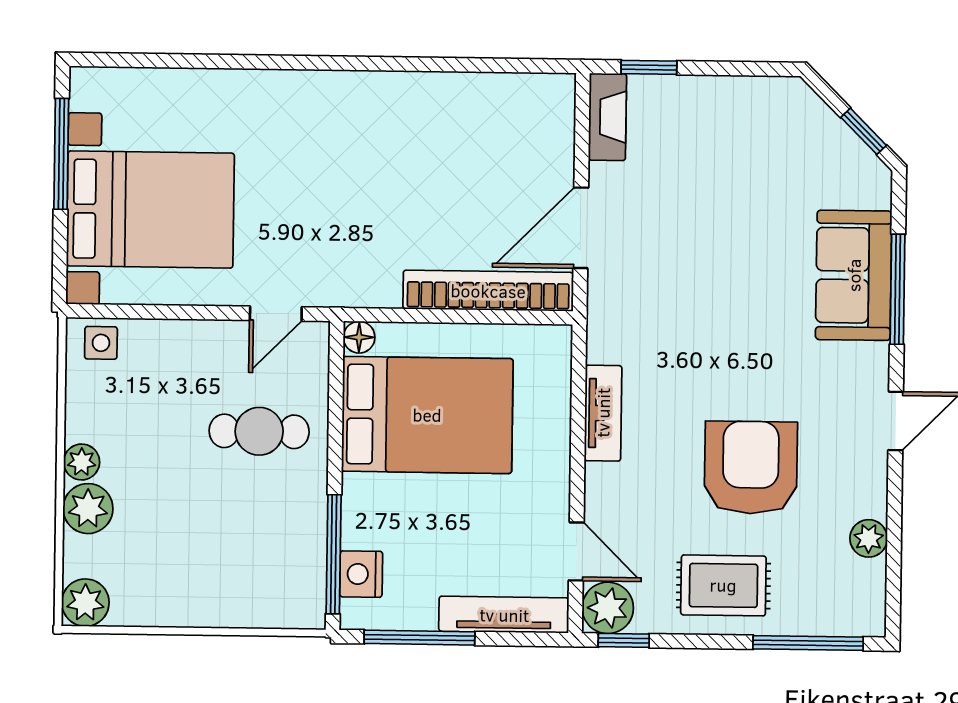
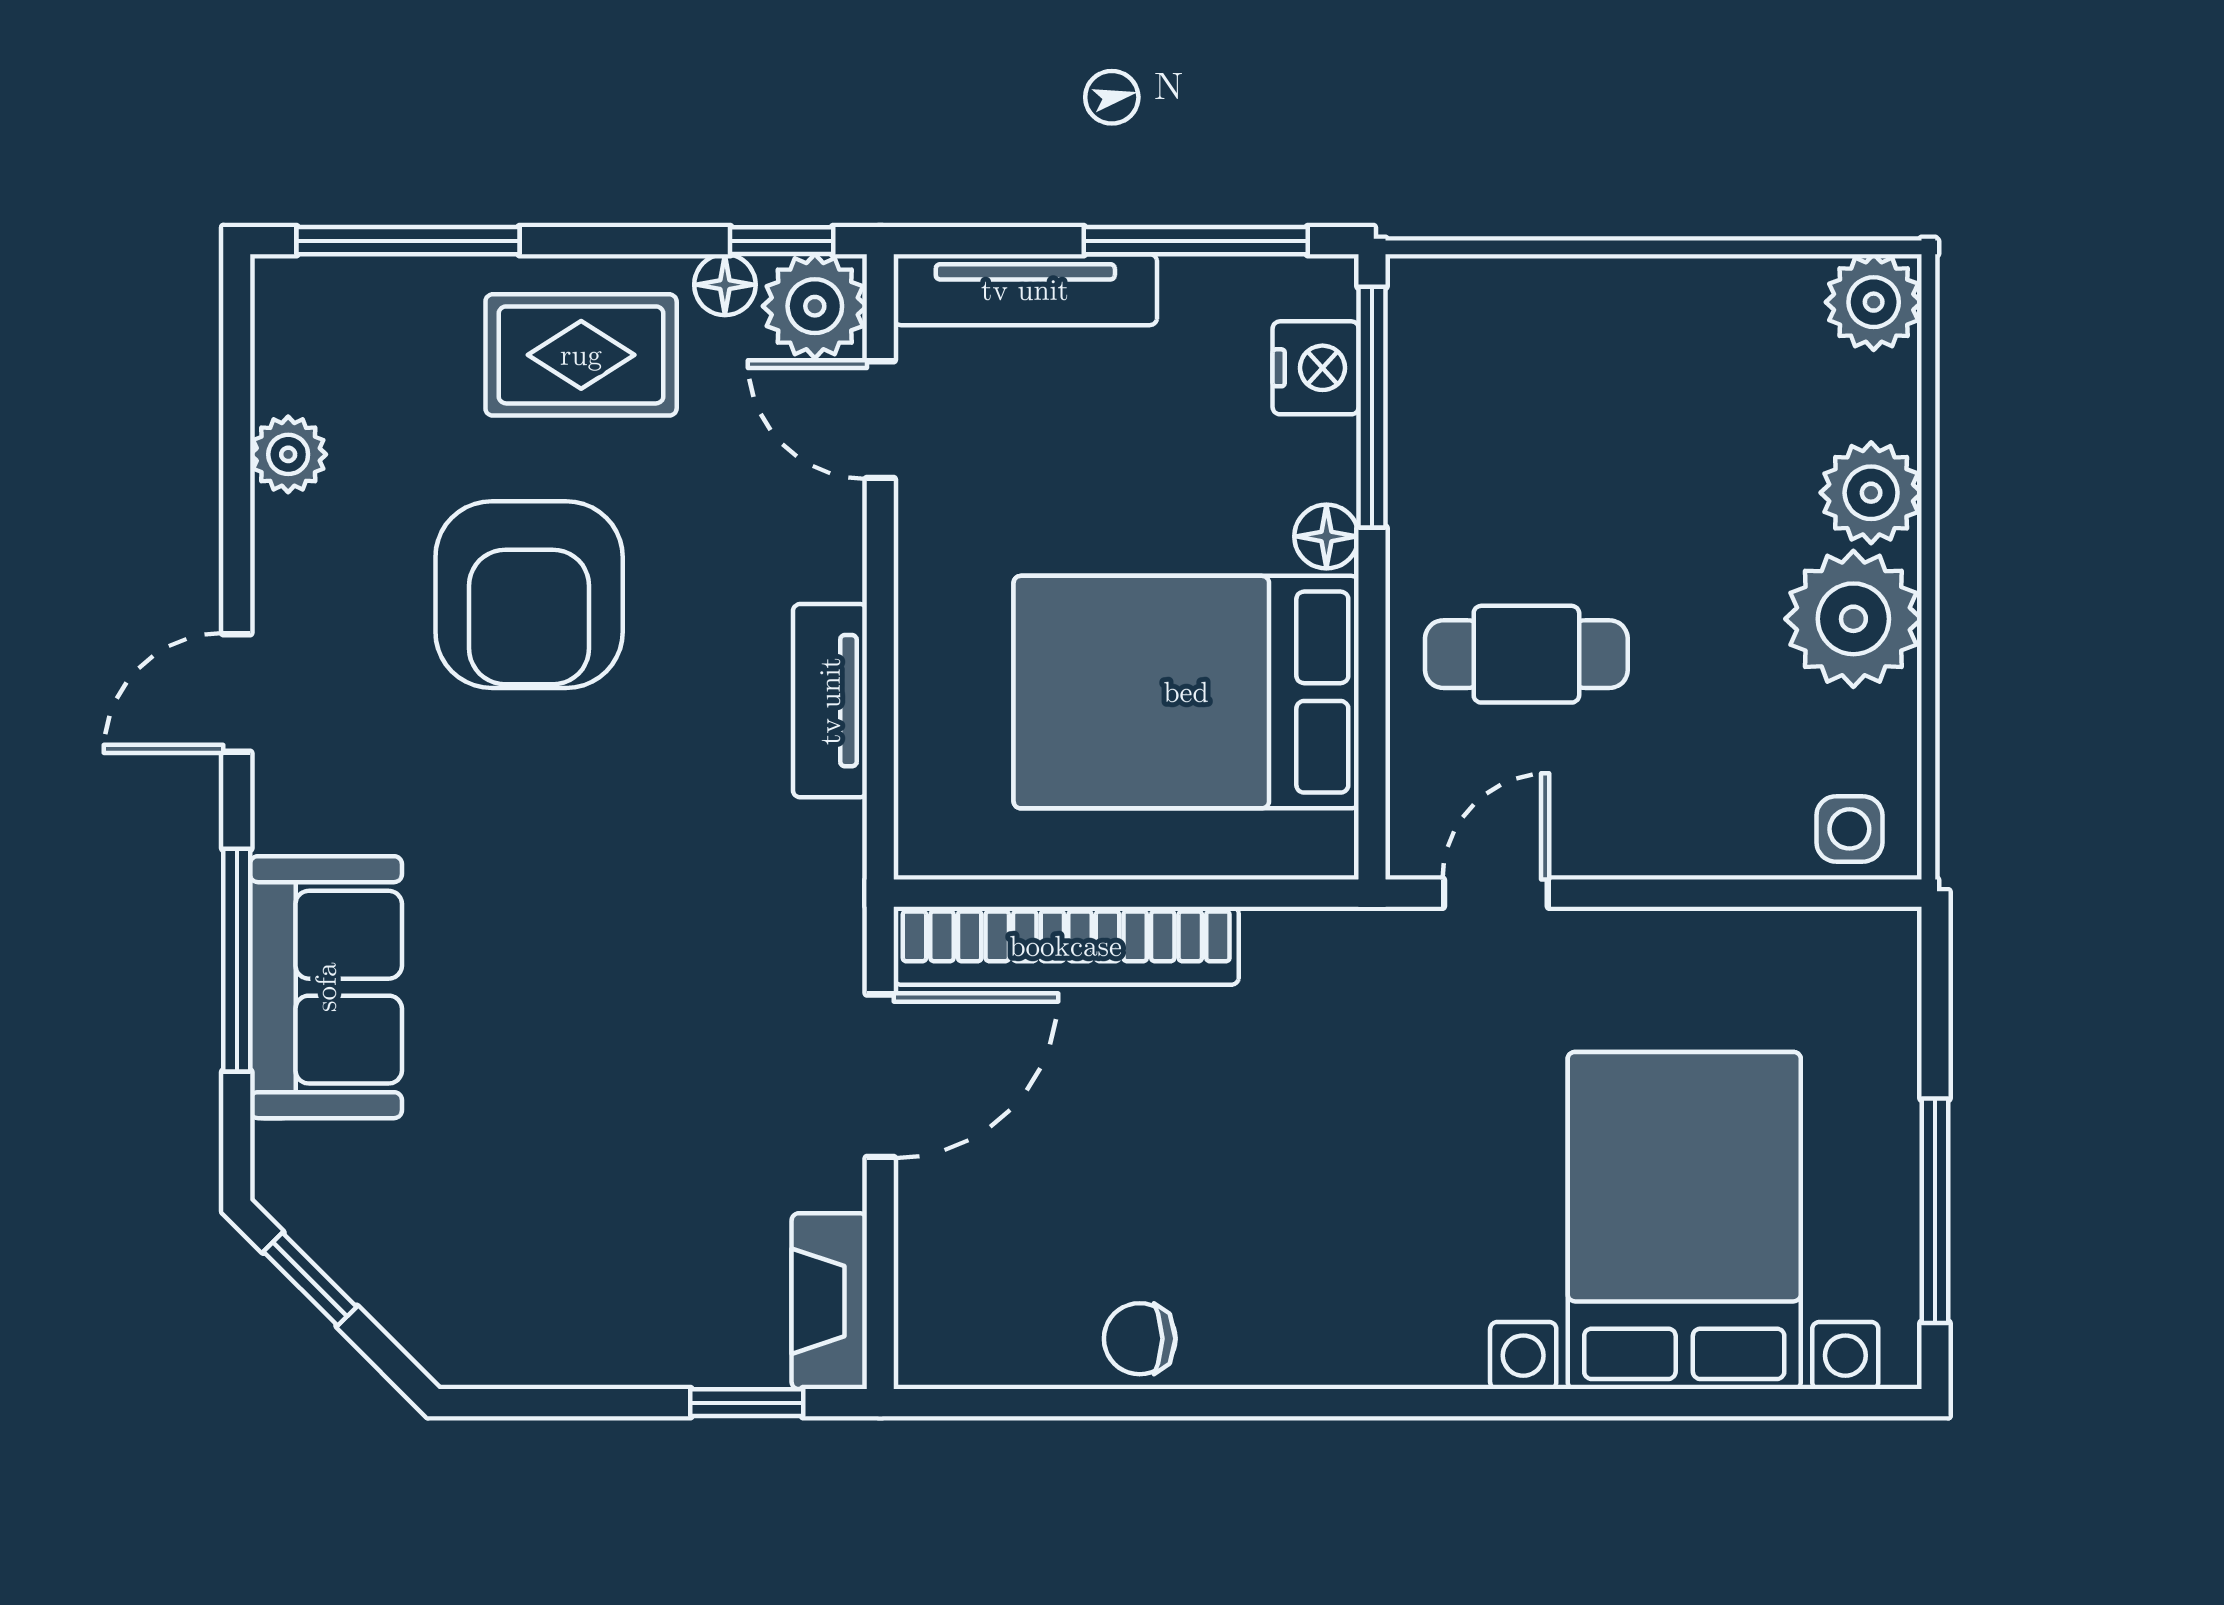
chair: (455, 96) -> (1140, 1339), added
bed with nightstands: (150, 210) -> (1684, 1221), moved, turned 90
floor lamp: (359, 337) -> (1326, 536), moved
plant: (82, 462) -> (1853, 619), width x1.88, depth x1.88
floor lamp: (652, 619) -> (725, 285), added

